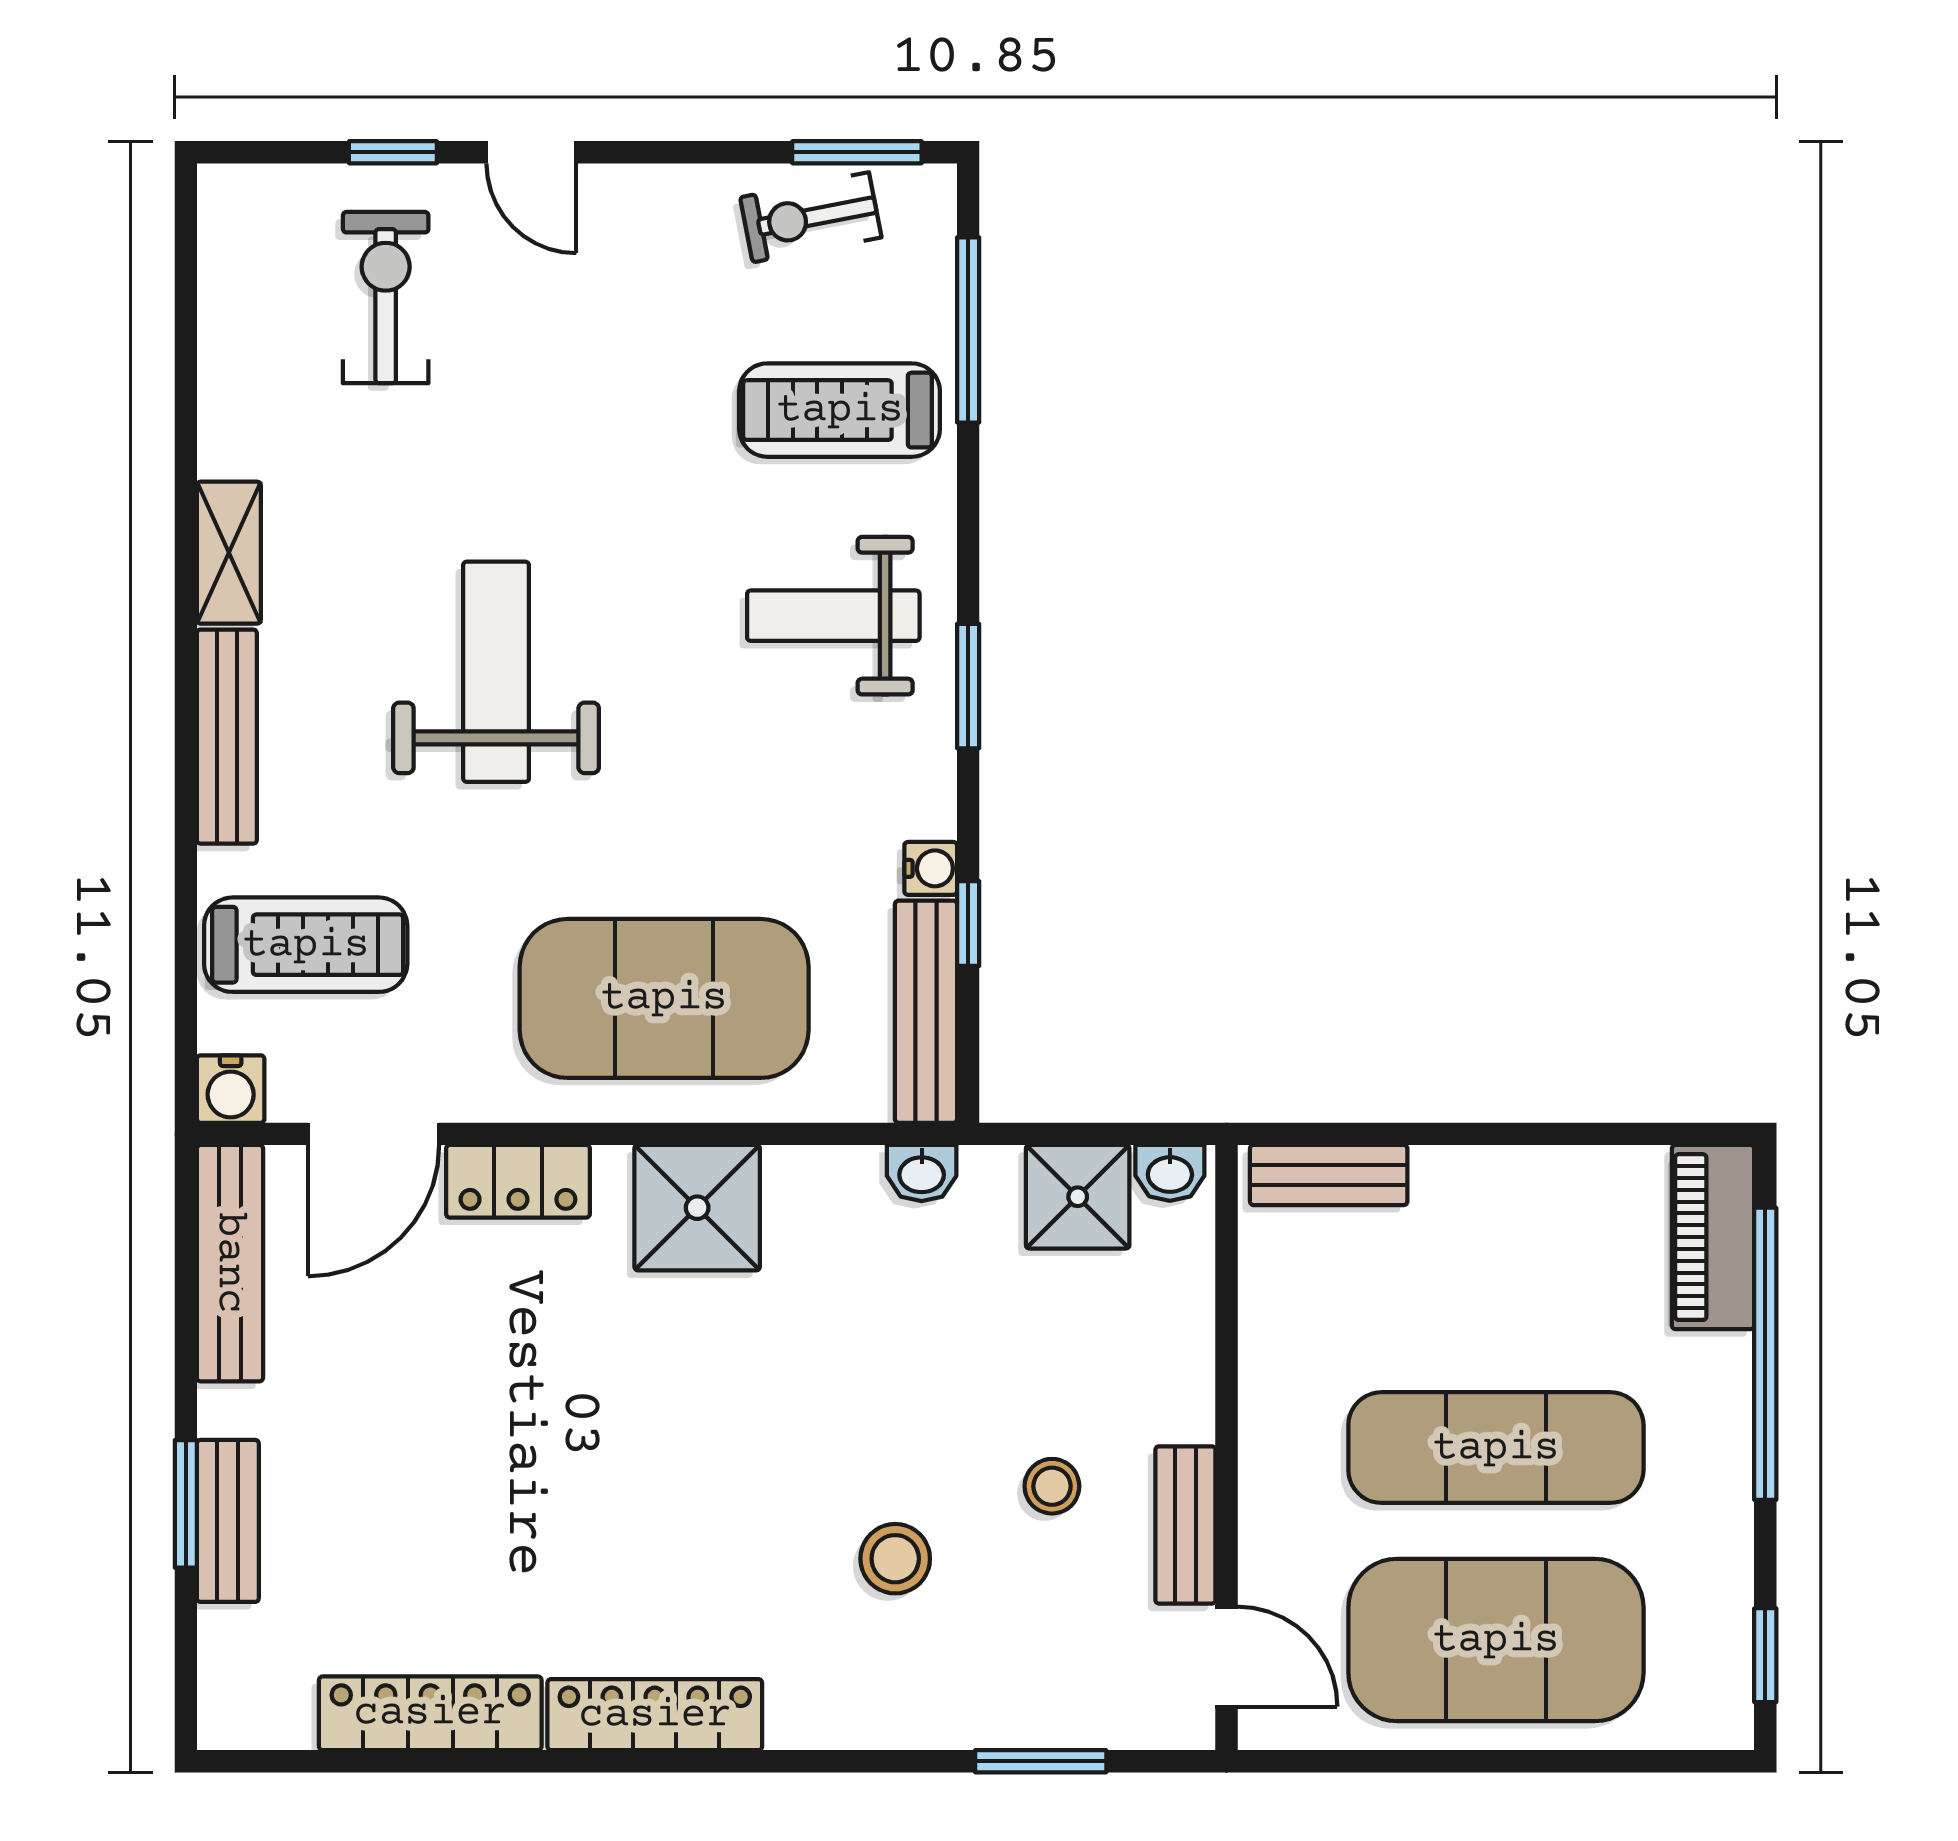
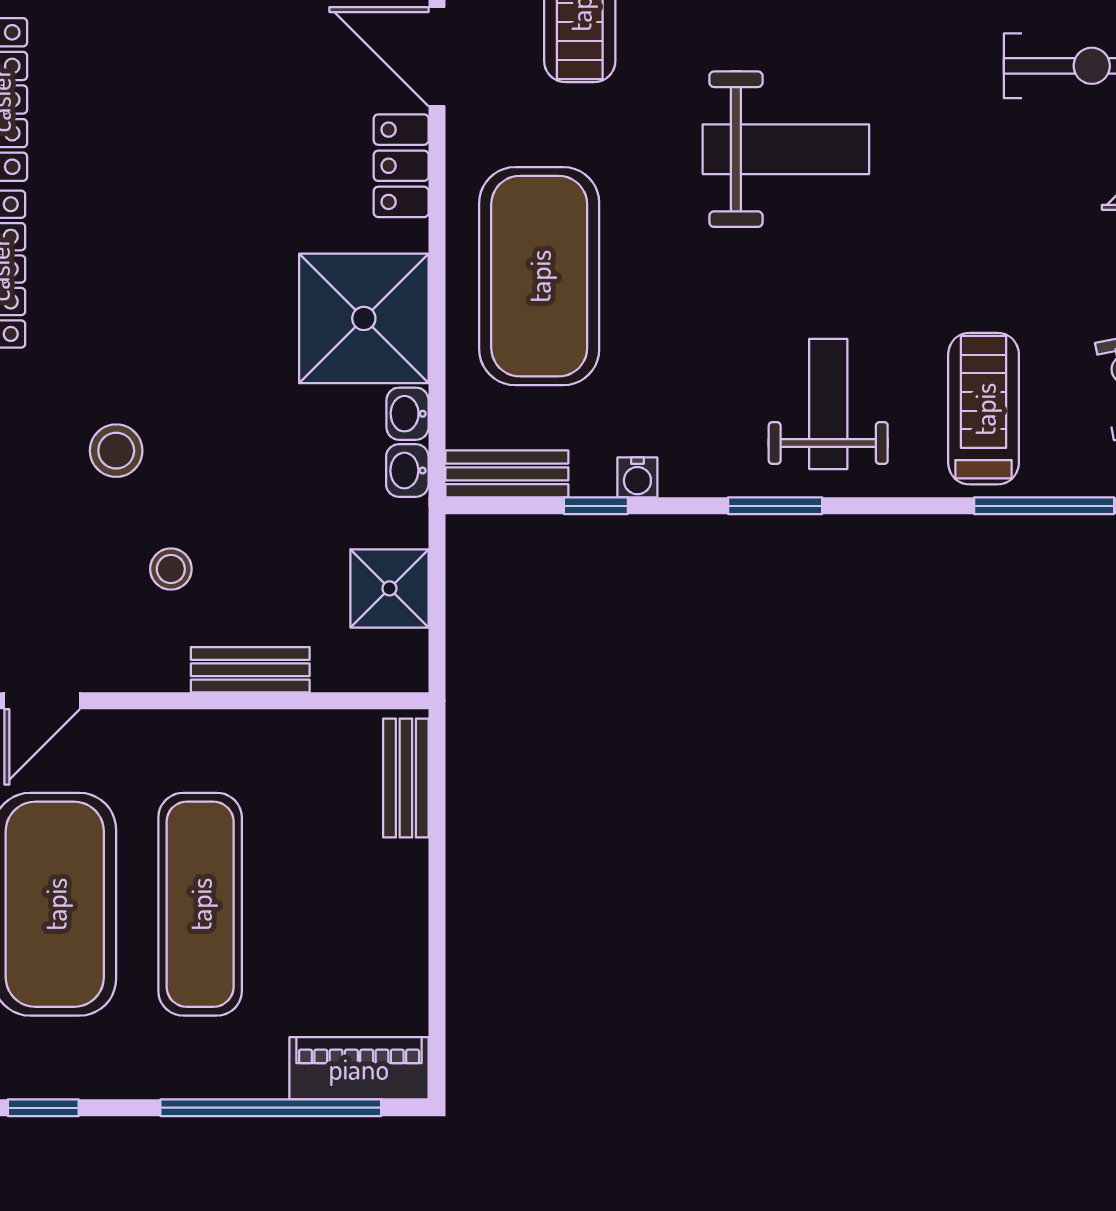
bench: (926, 1012) -> (507, 474), width x0.73
washbasin: (1170, 1173) -> (407, 414), moved
shower: (697, 1208) -> (364, 318), width x1.37, depth x1.37
bench: (1185, 1525) -> (250, 670), moved

